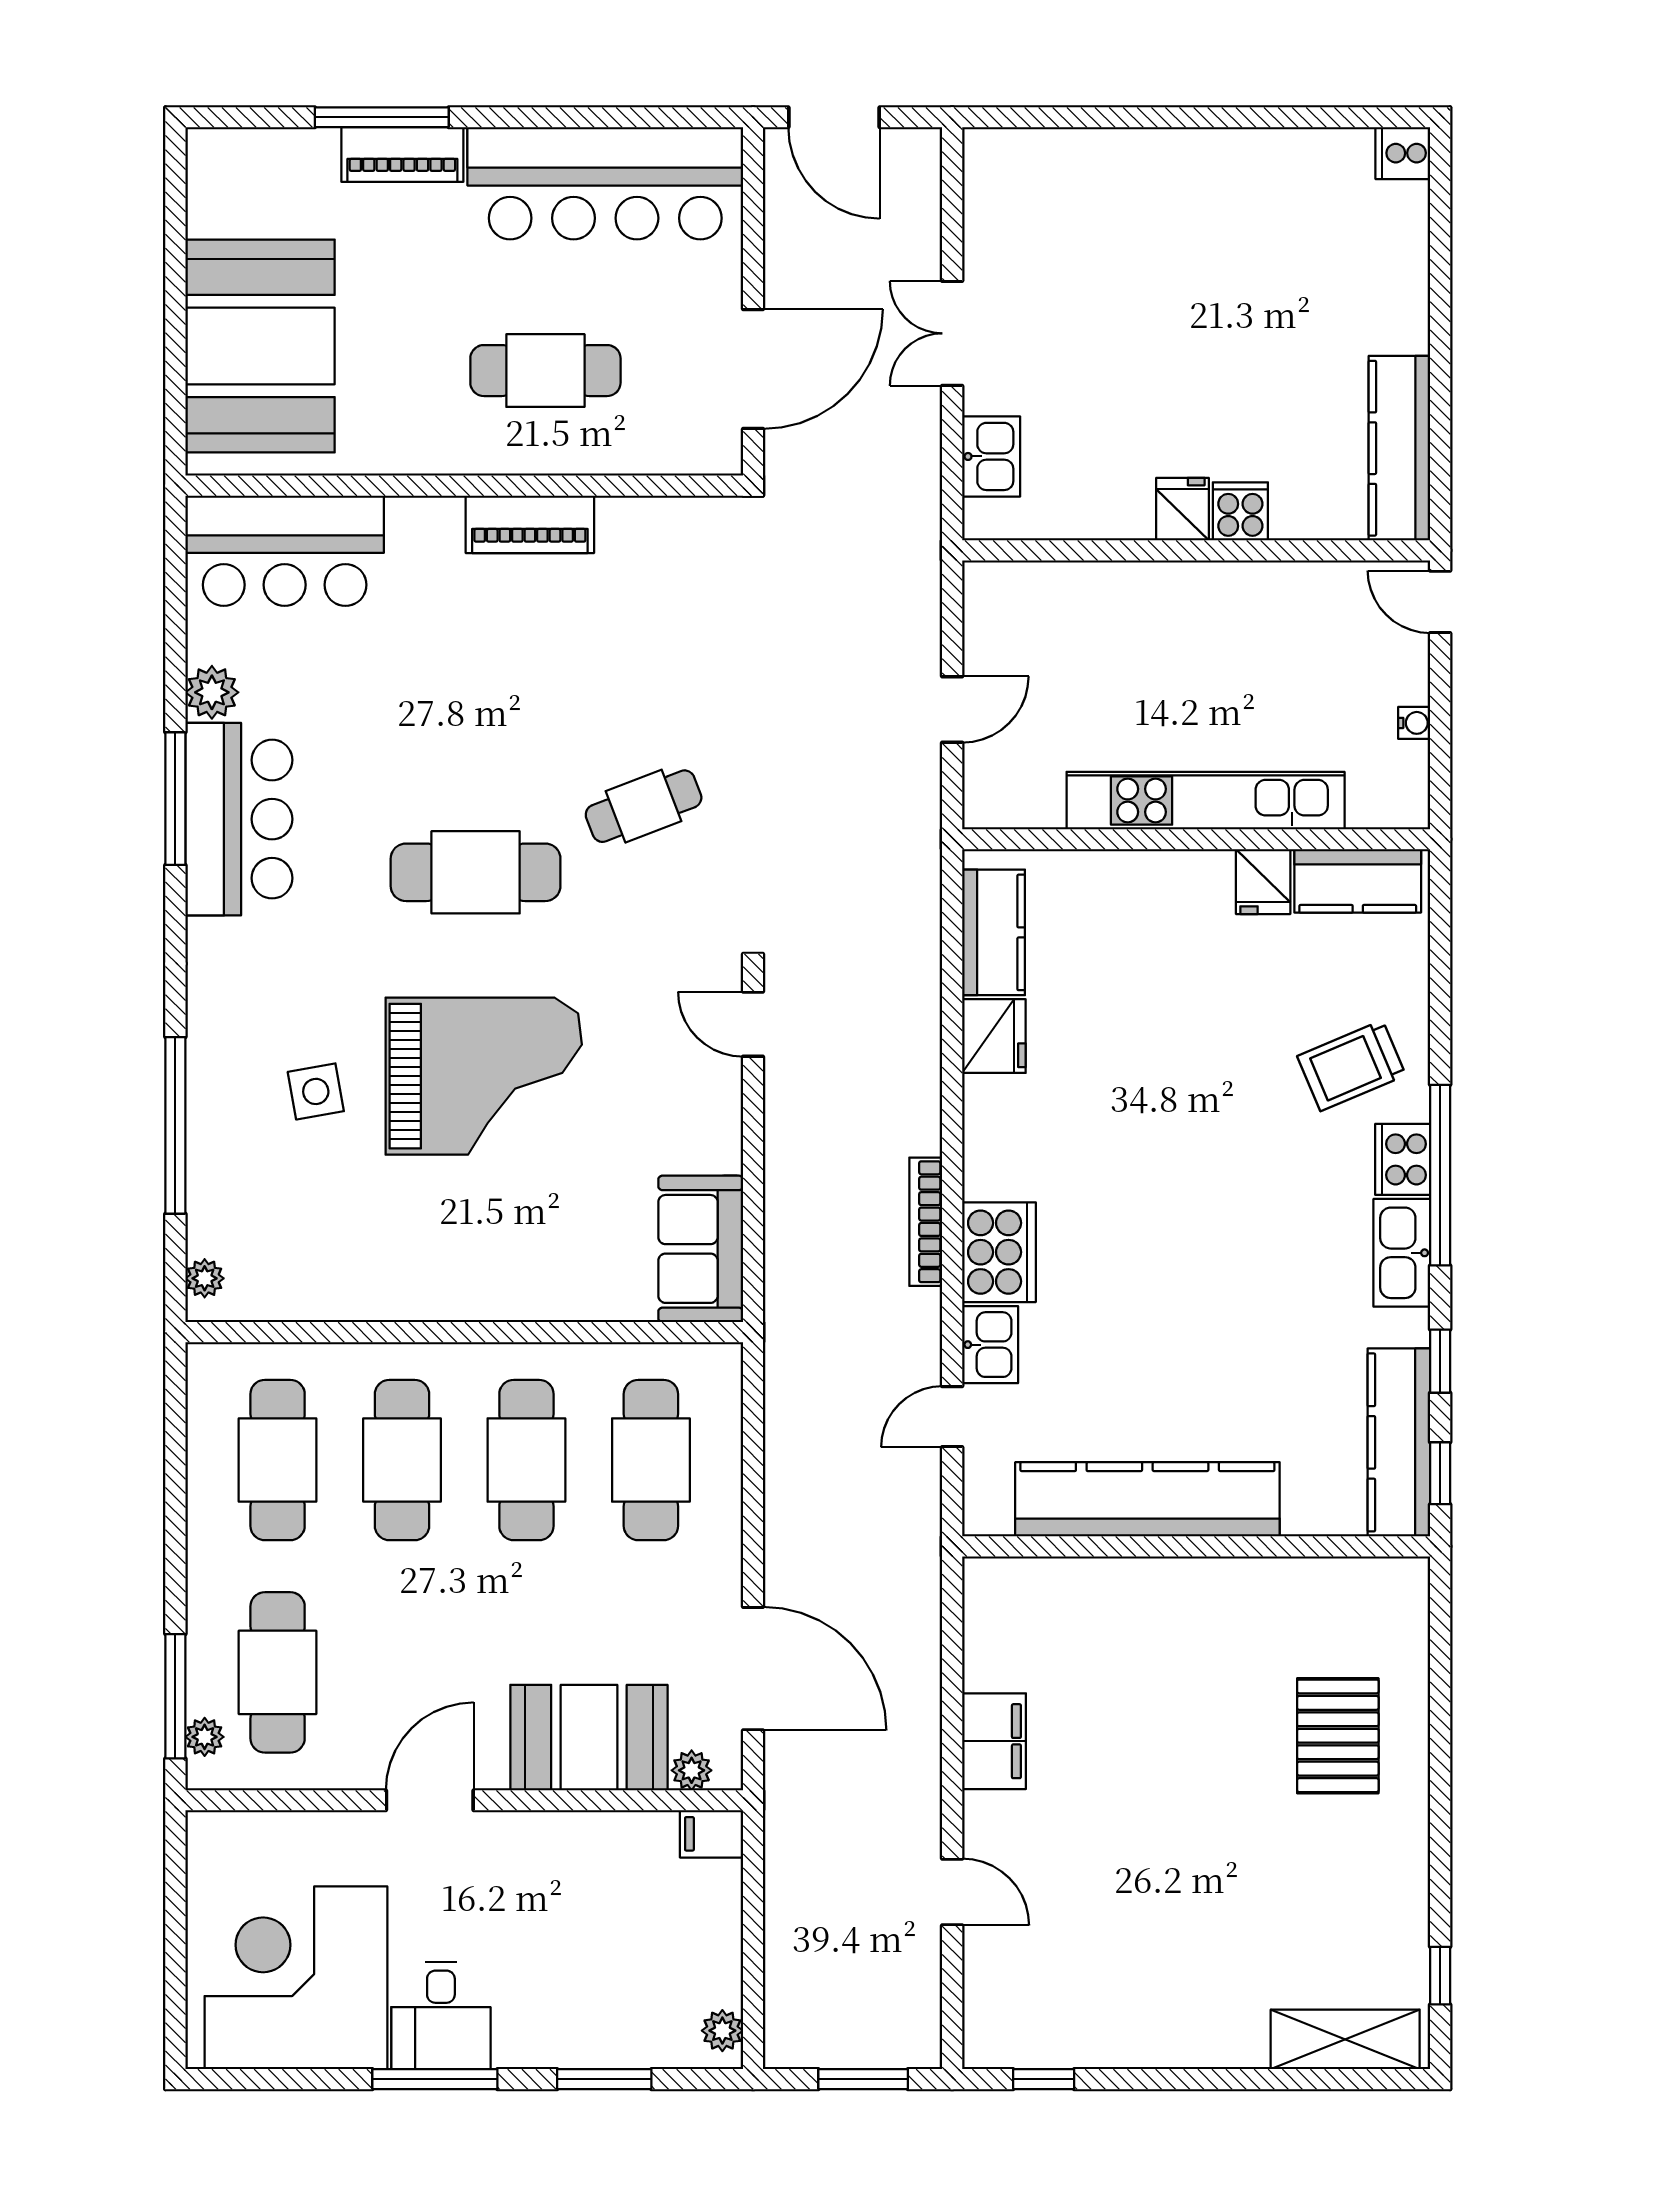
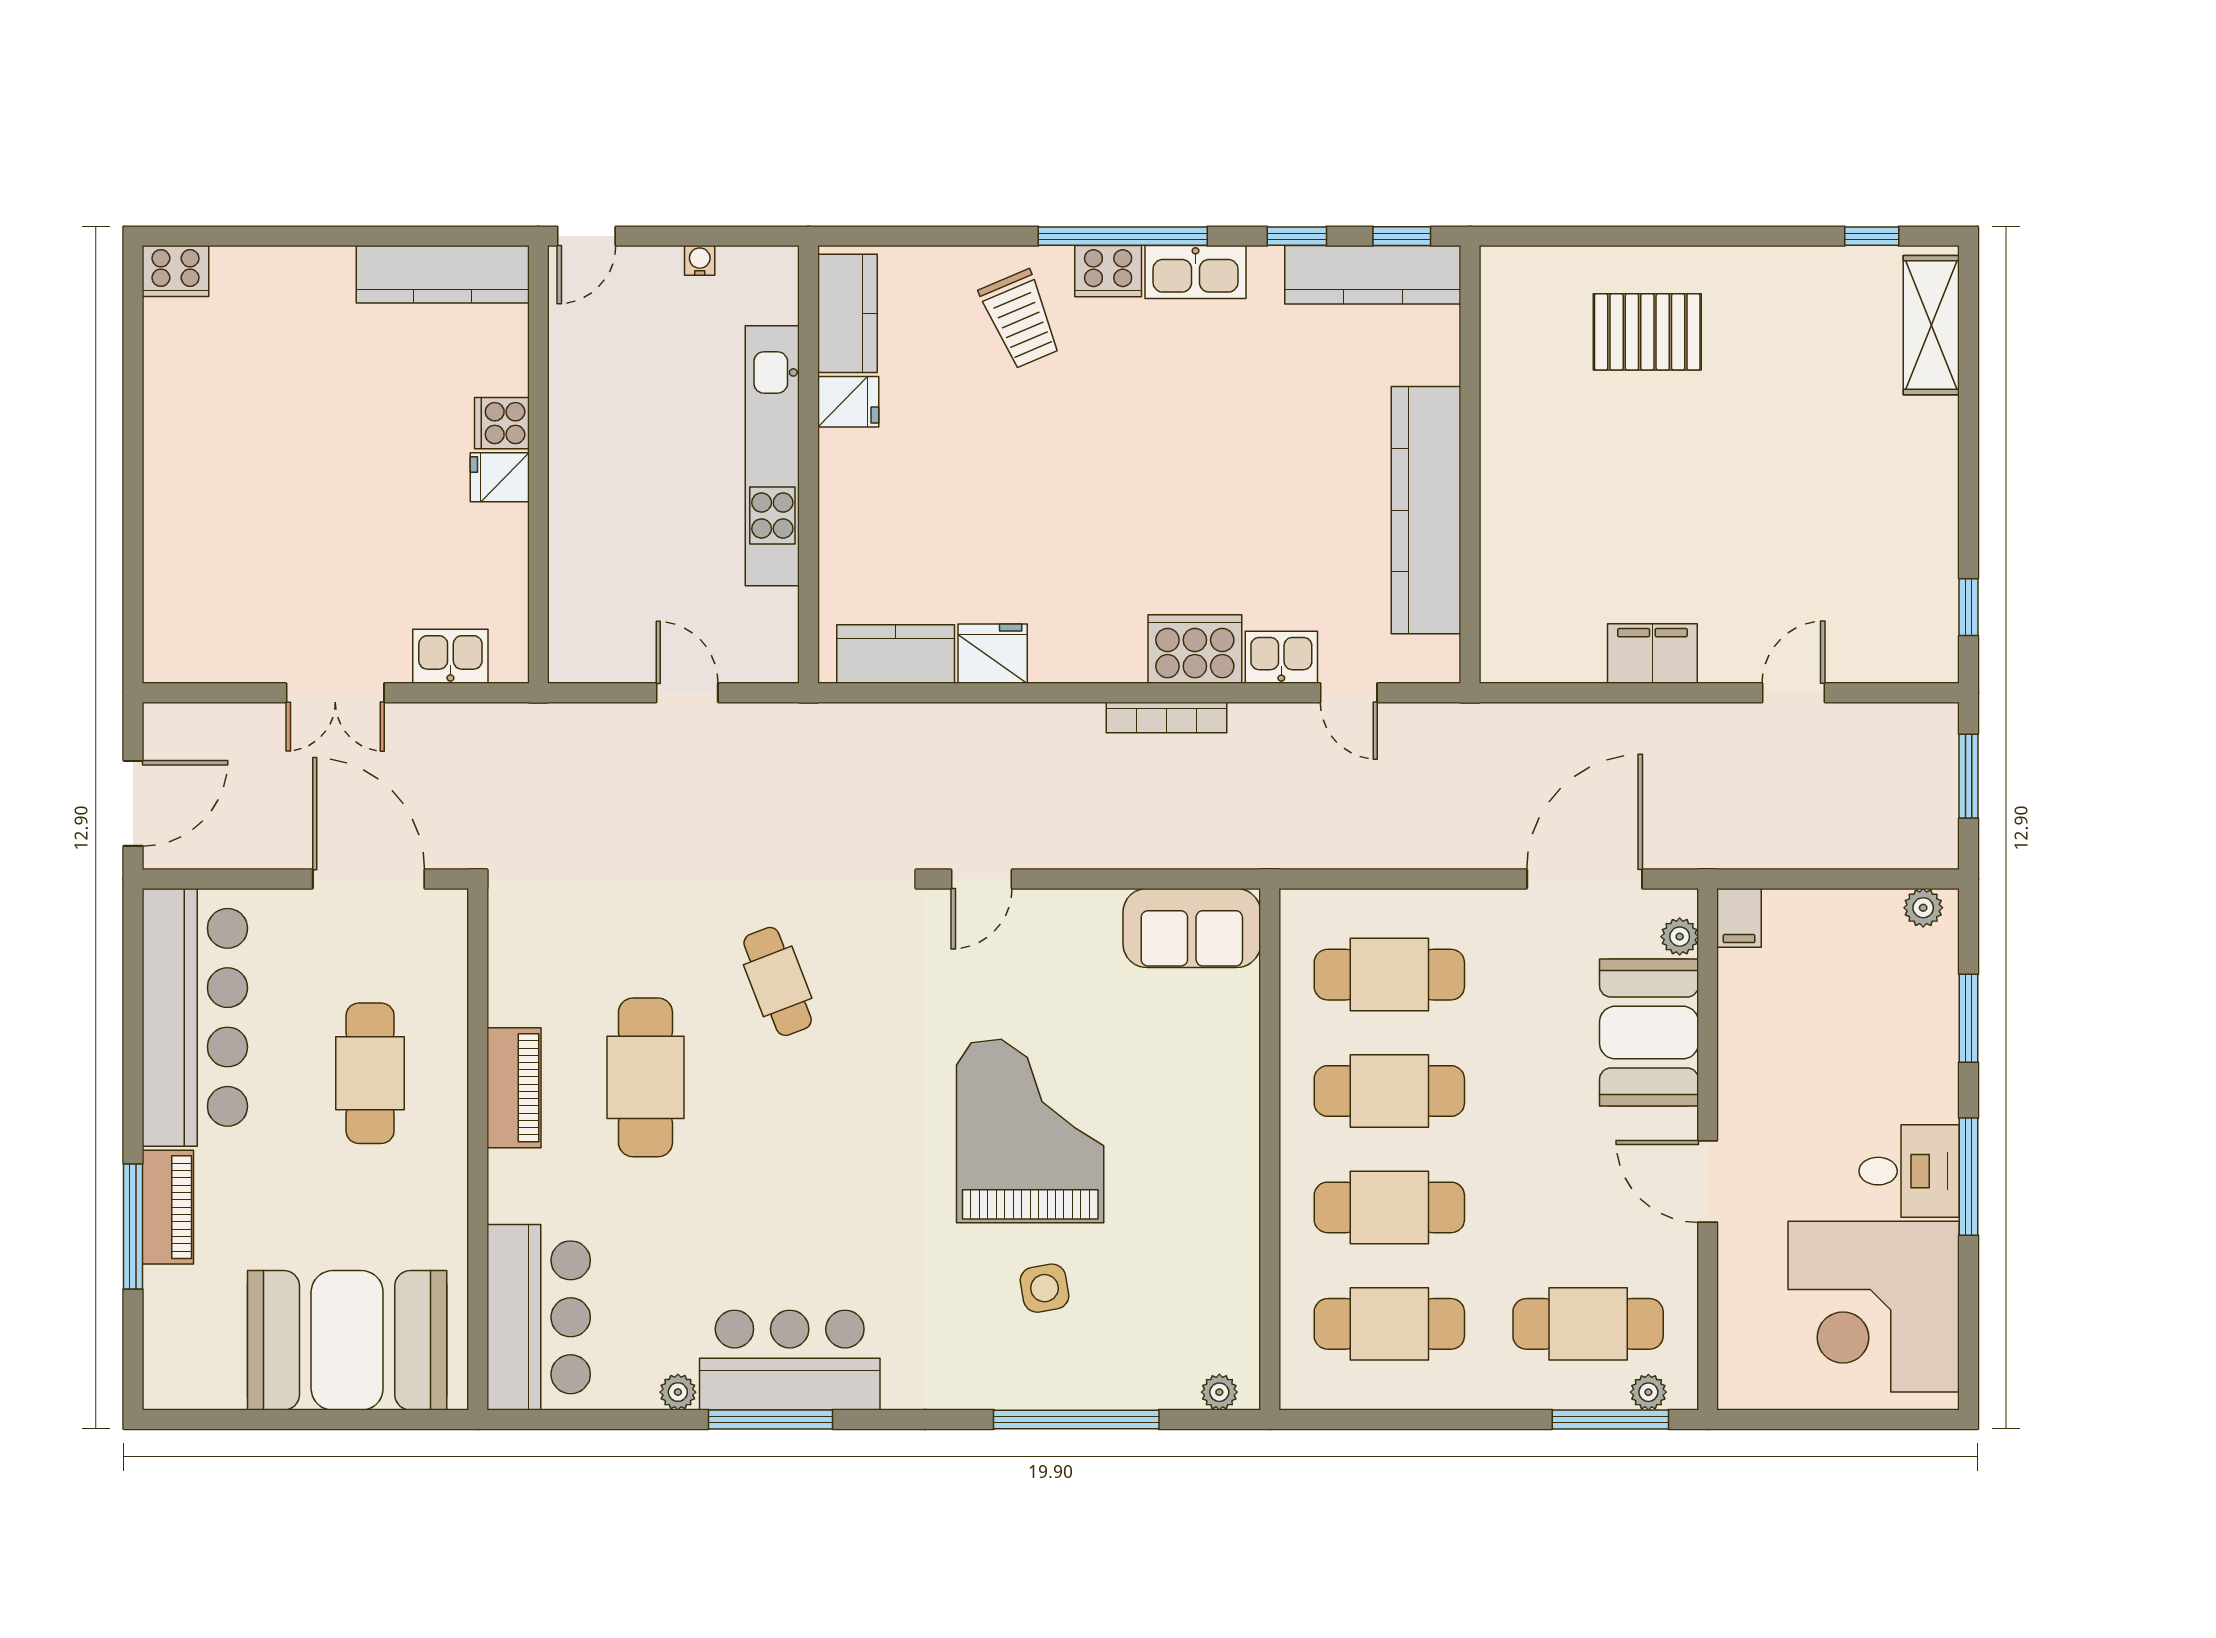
cooker: (1403, 153) -> (175, 271), width x1.36
plant: (212, 692) -> (678, 1392), width x0.73, depth x0.73
cafe table: (476, 872) -> (645, 1077), moved

